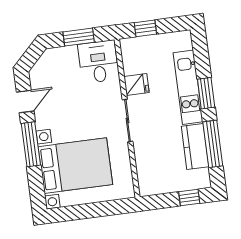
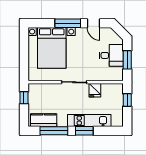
desk: (98, 62) -> (111, 55), moved
kitchen counter: (195, 146) -> (44, 120), moved
window: (189, 197) -> (24, 98), moved

